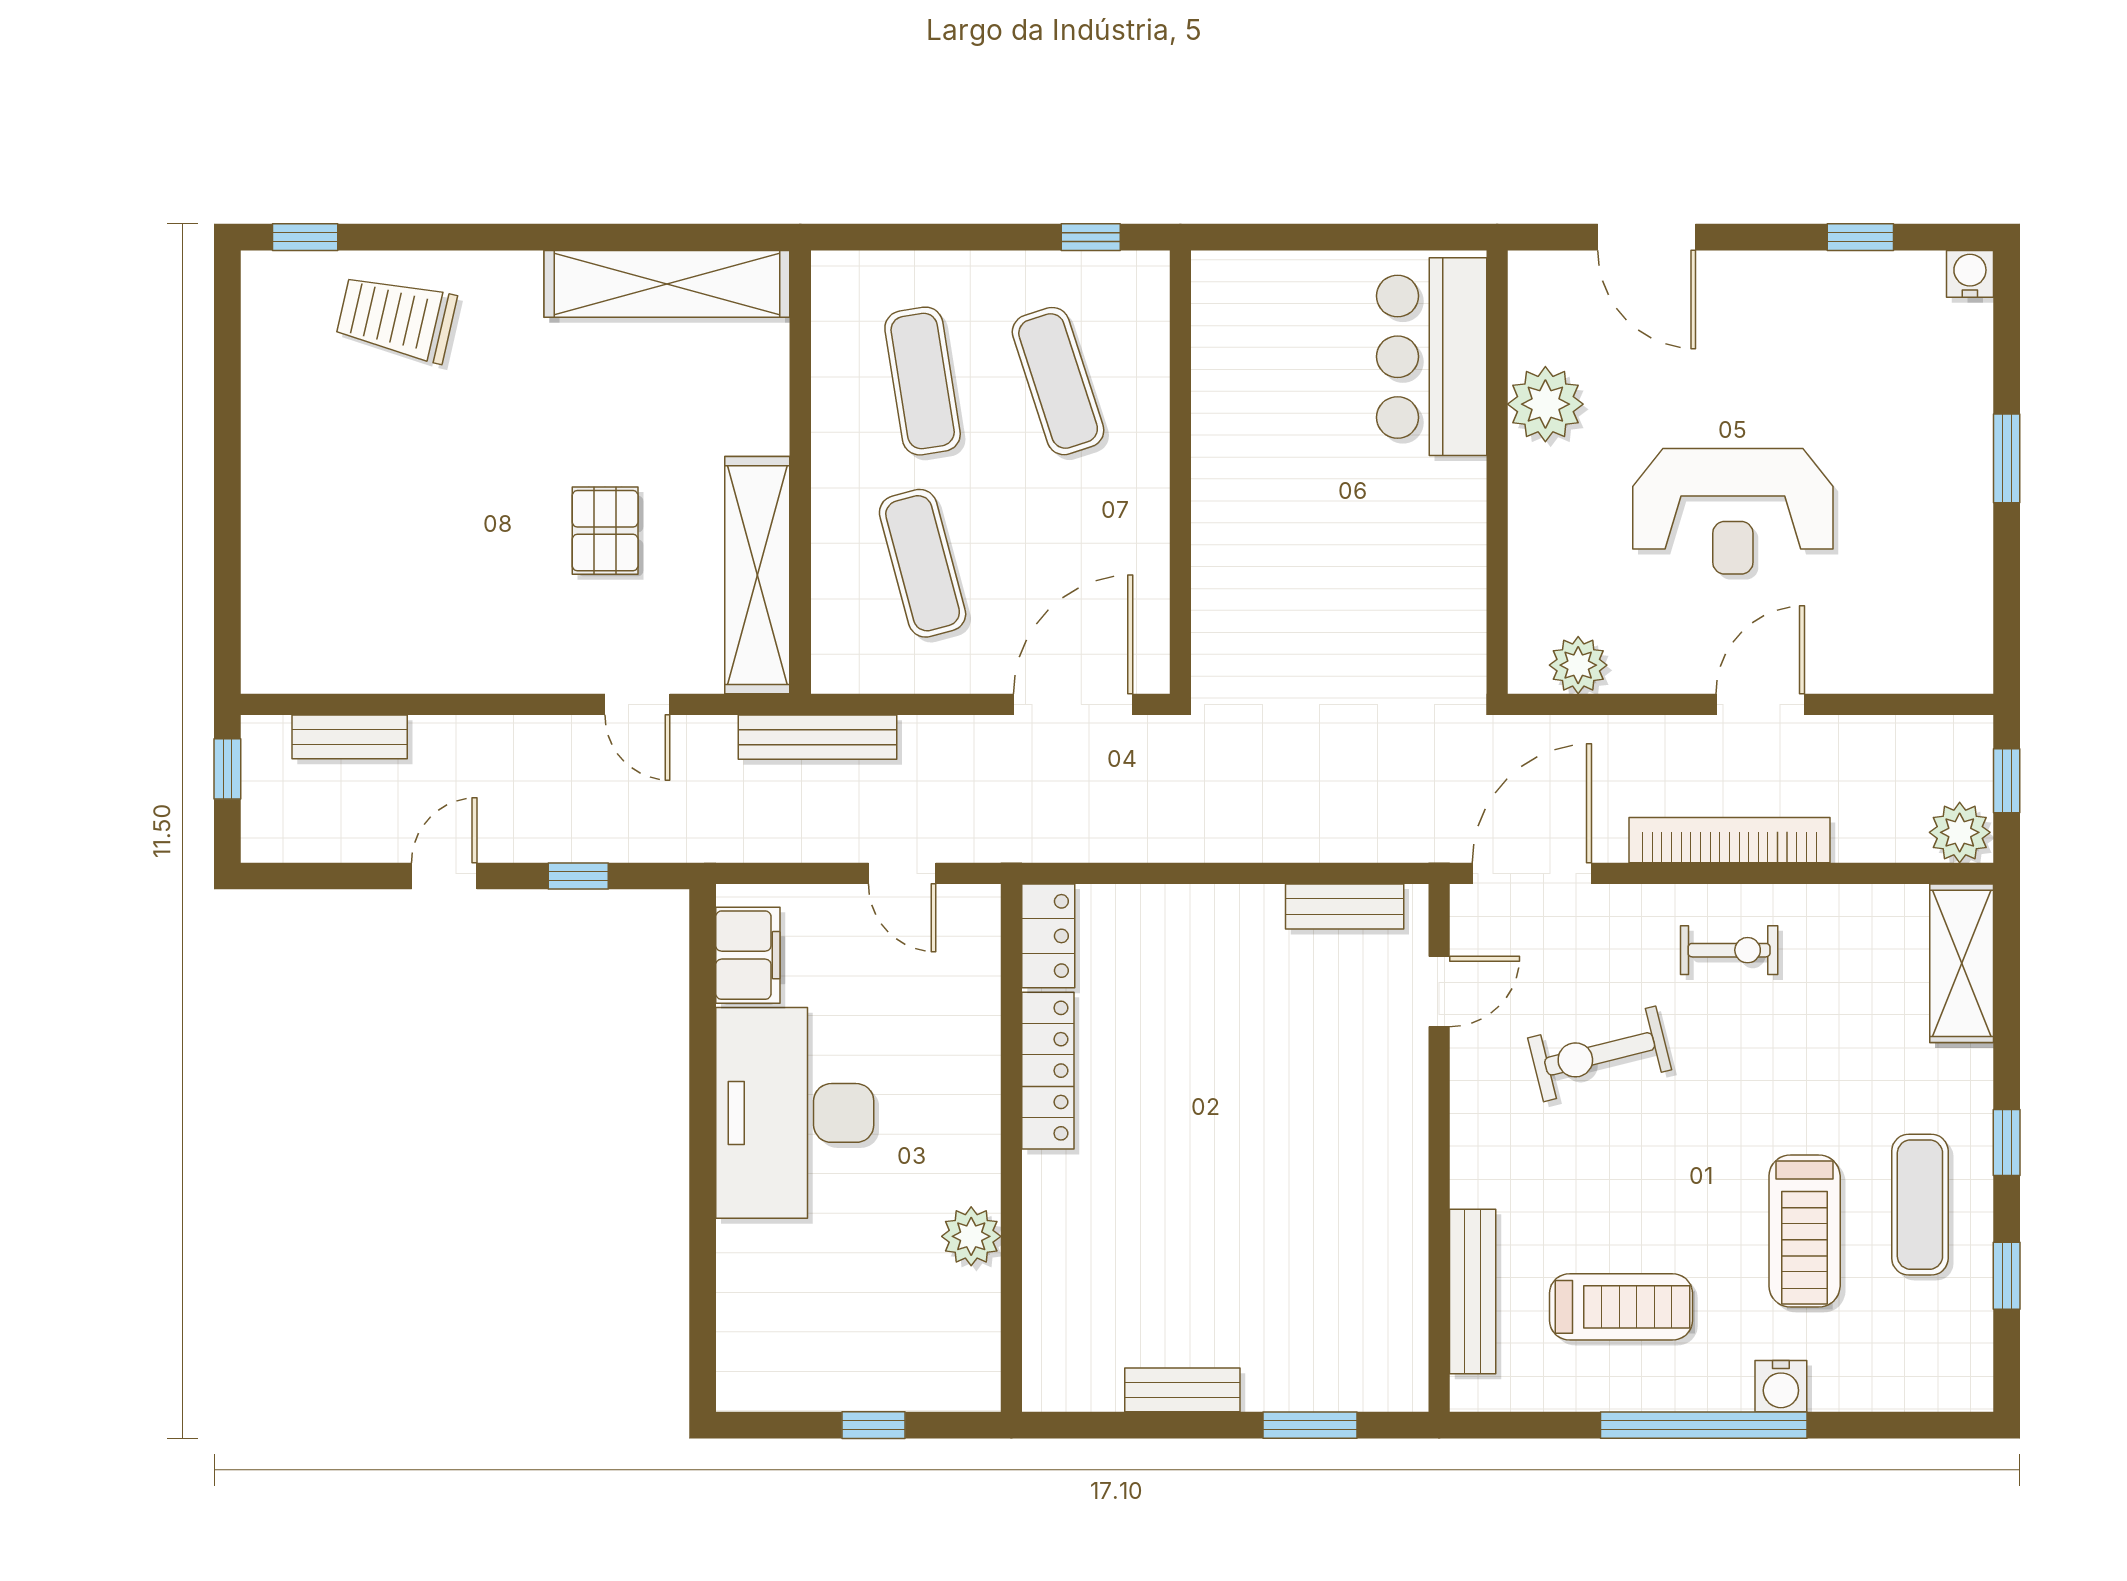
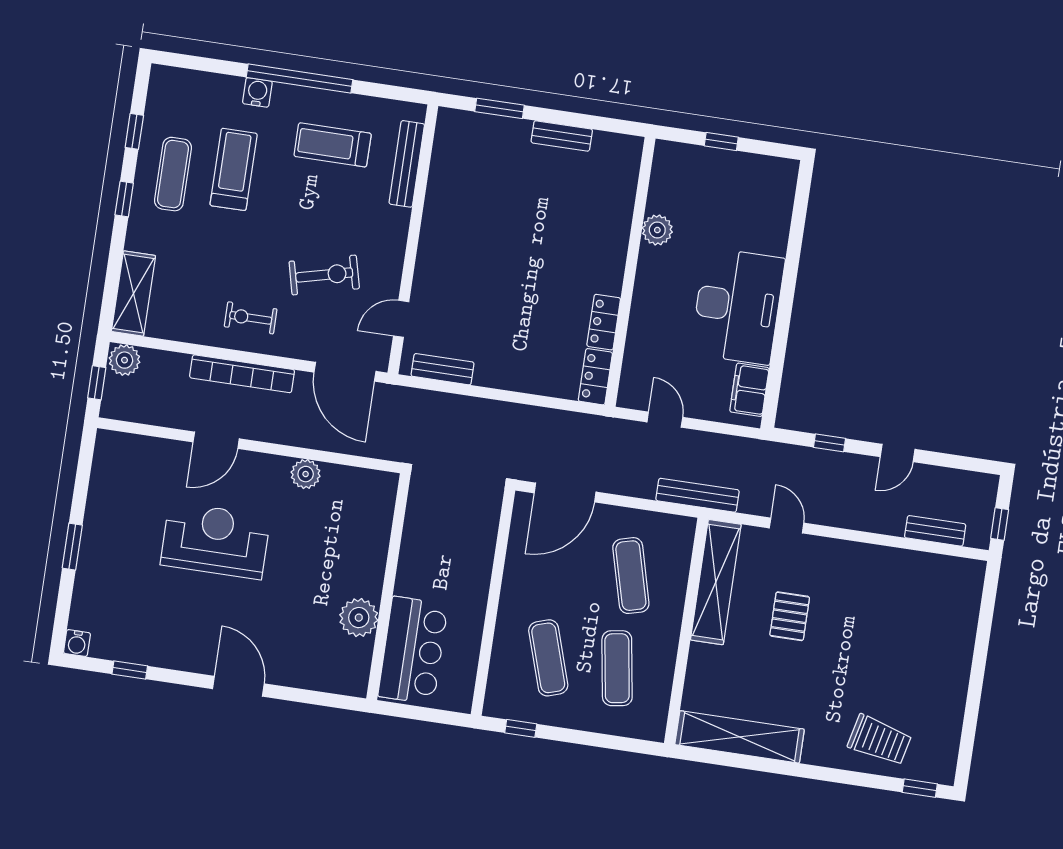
bar counter: (1432, 357) -> (413, 650), moved
plant: (1545, 404) -> (359, 618), moved
wall: (1497, 472) -> (388, 587), moved
door: (1532, 873) -> (345, 372), hinge flipped
locker: (1048, 1071) -> (604, 322), width x0.66

